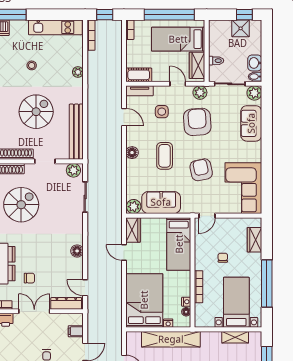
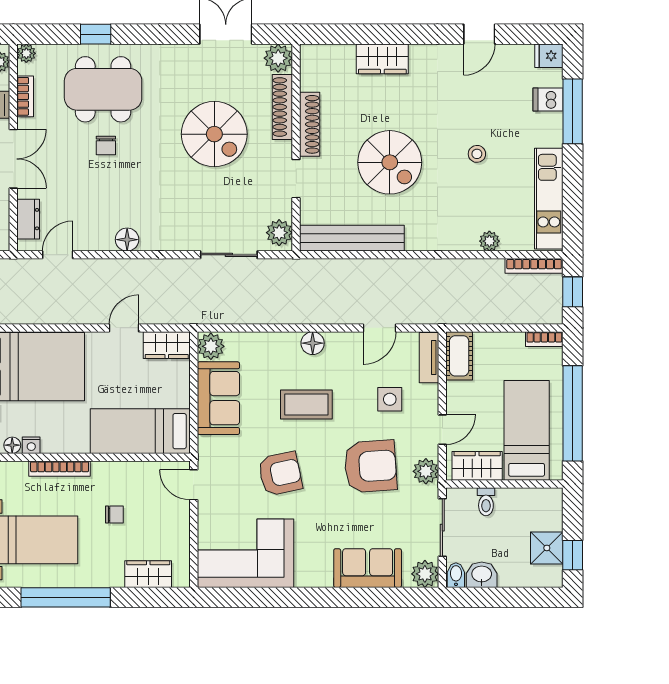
plant: (78, 72) -> (489, 241), moved
chair: (29, 278) -> (106, 145), moved
dresser: (66, 303) -> (28, 219), width x0.70

